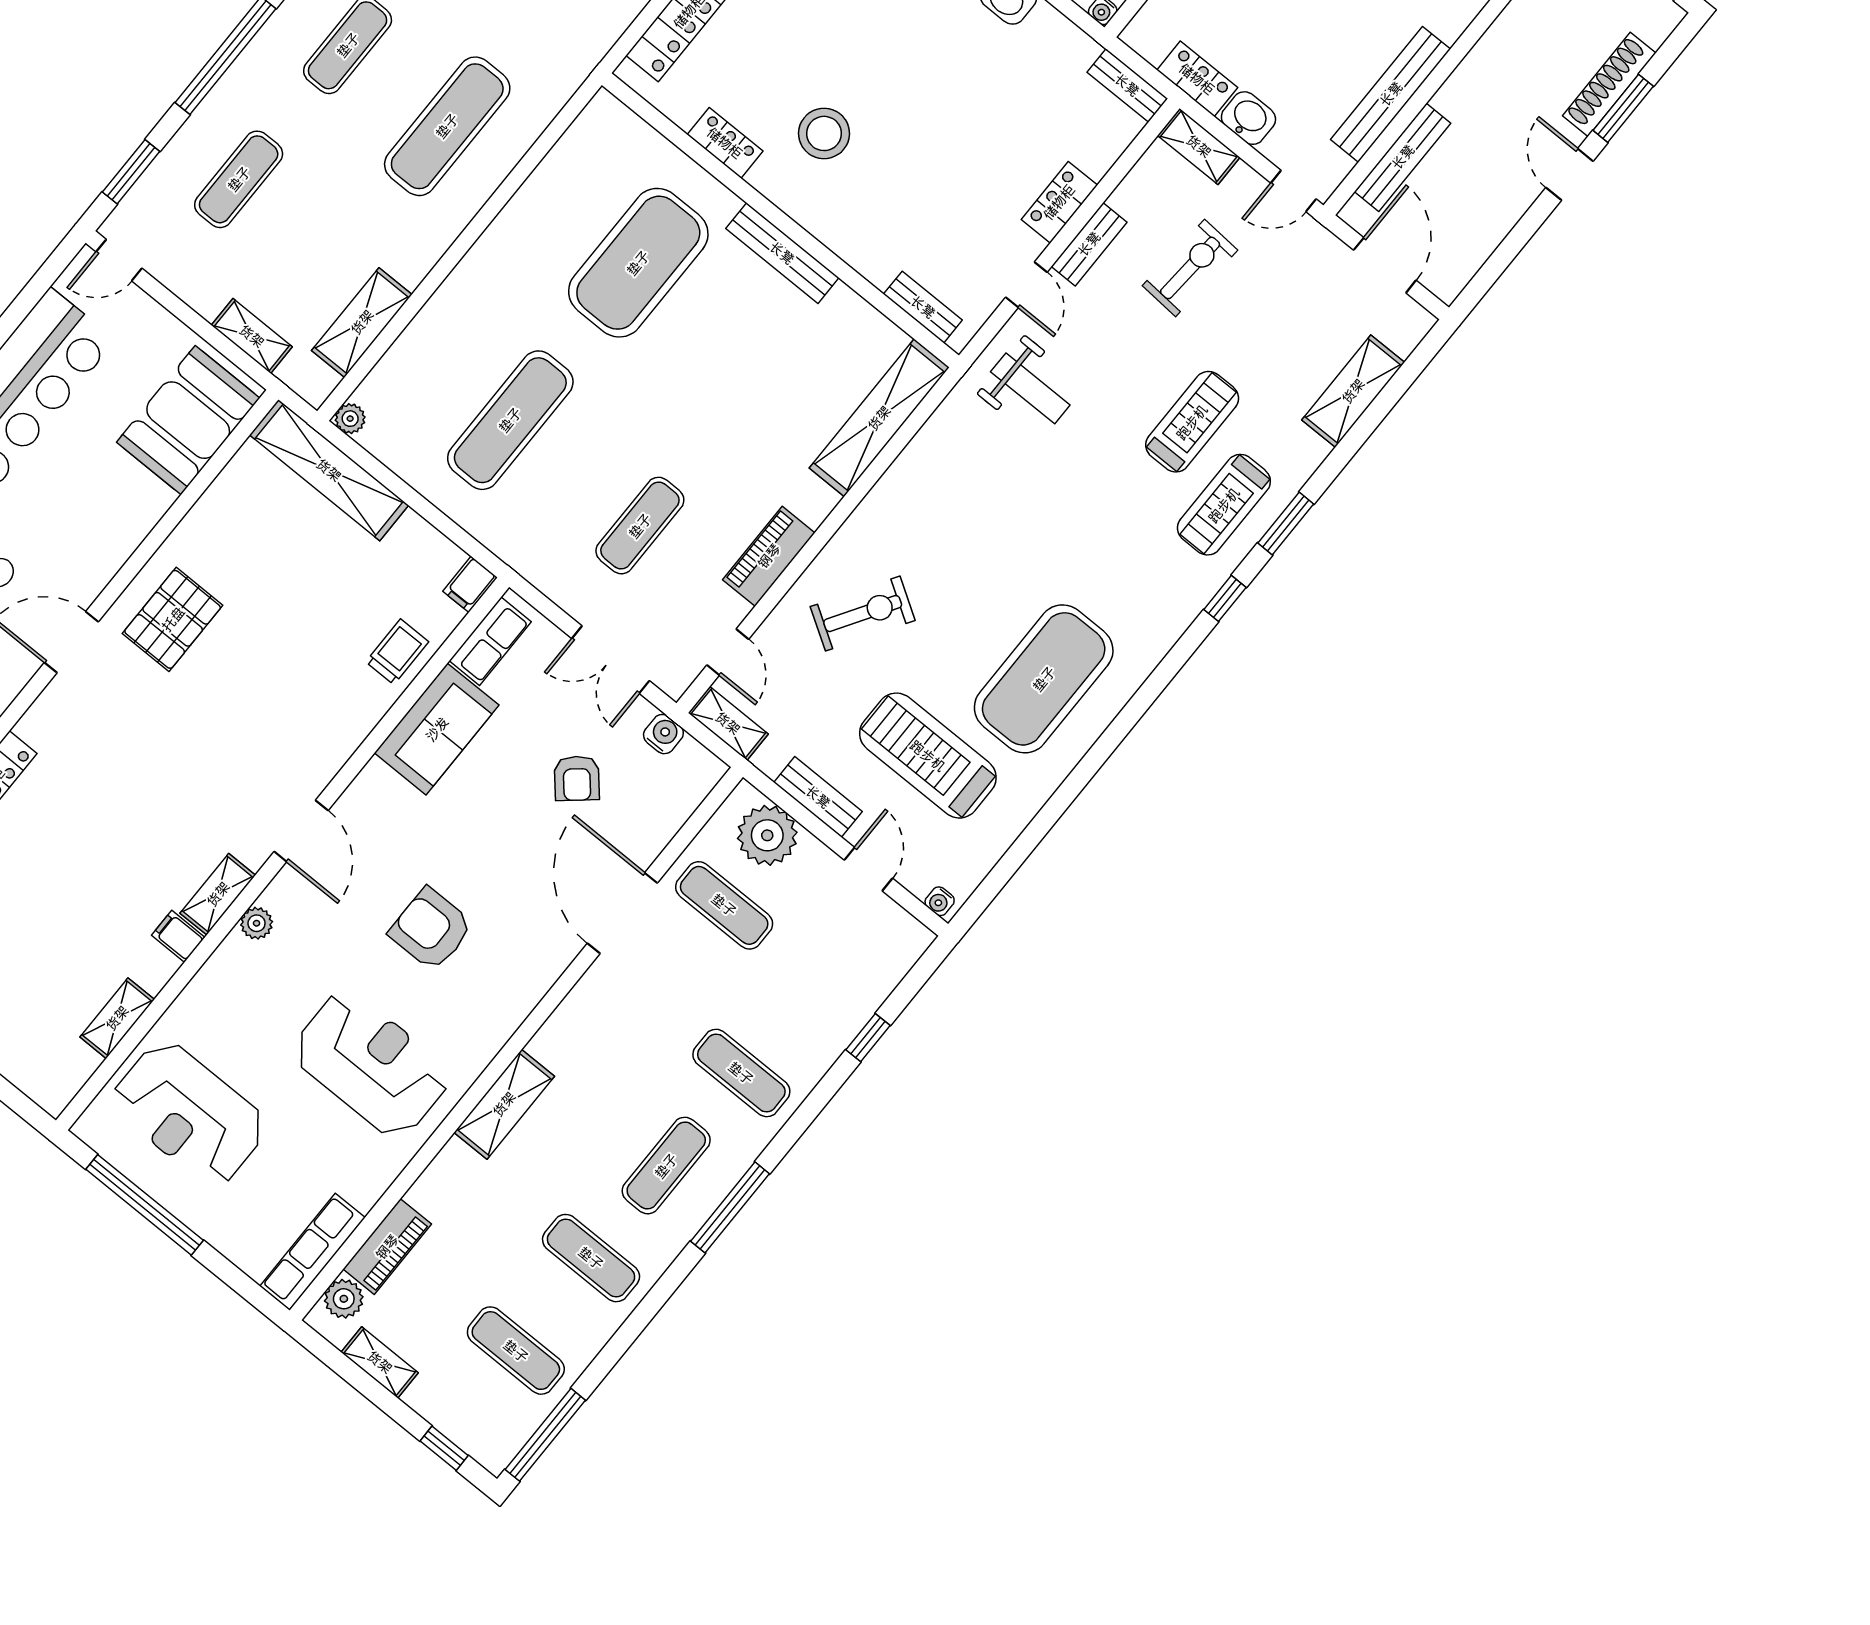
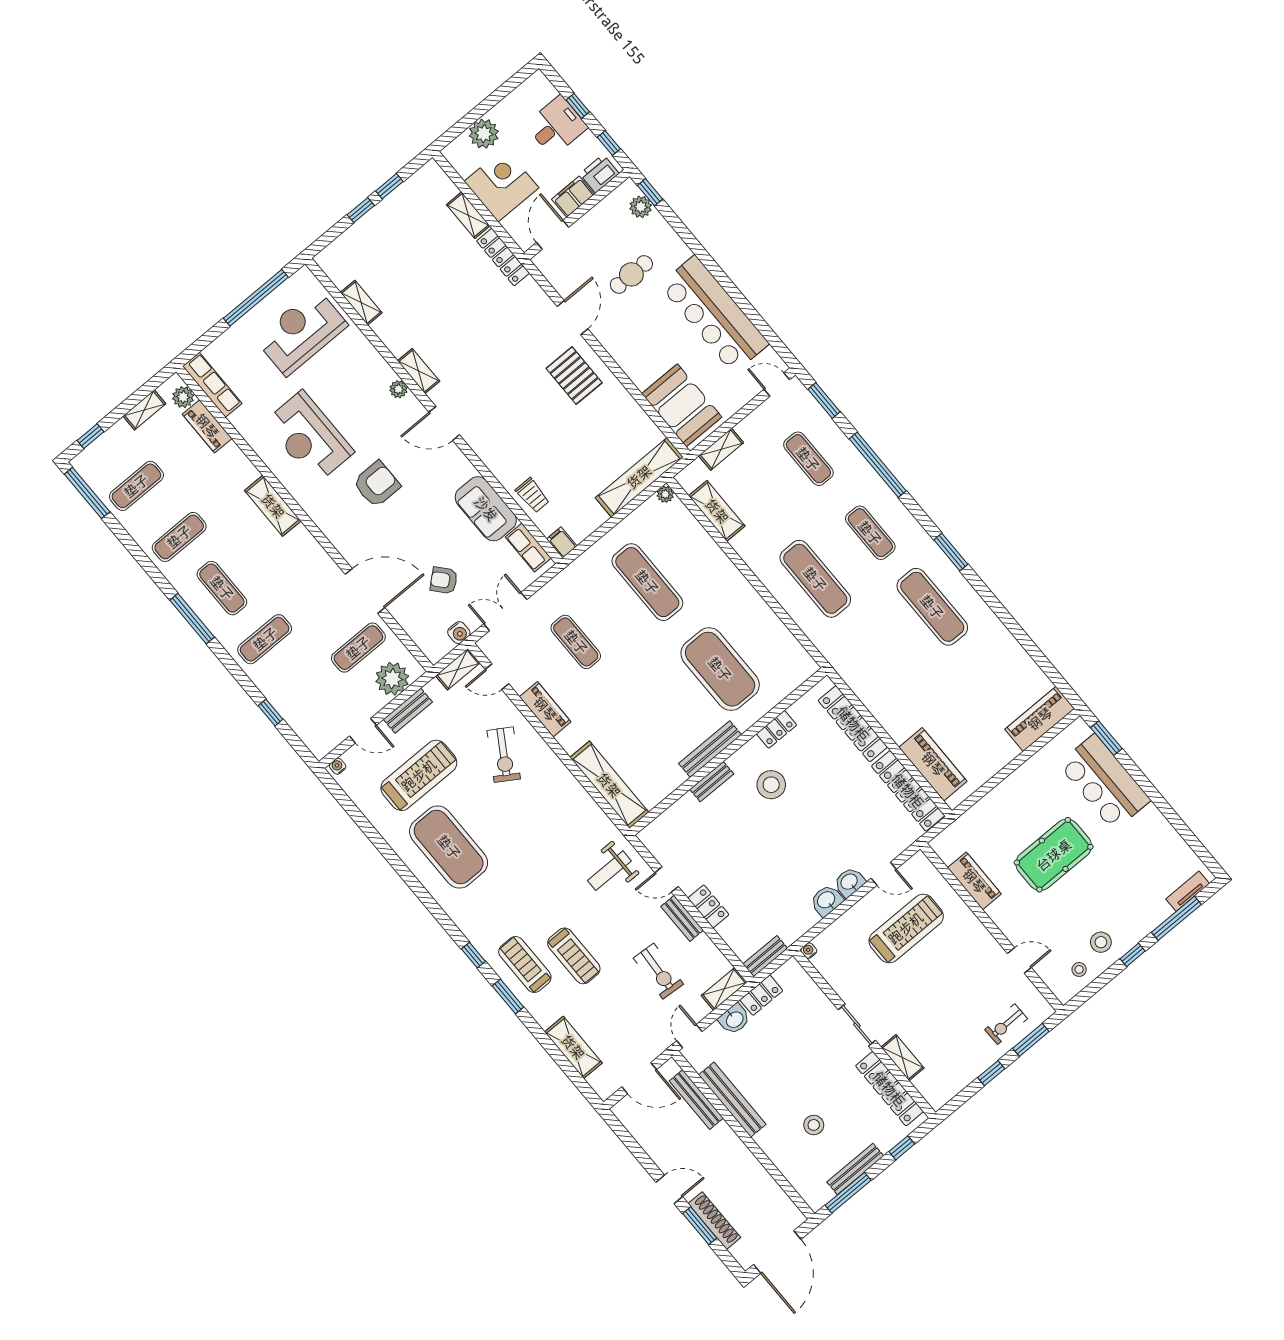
door: (119, 260) -> (777, 385), hinge flipped
bench: (923, 307) -> (712, 782), moved
filing cabinet: (178, 936) -> (400, 345), removed
reception desk: (371, 1064) -> (309, 437), turned 90

